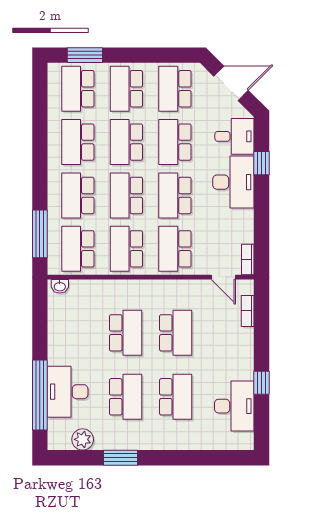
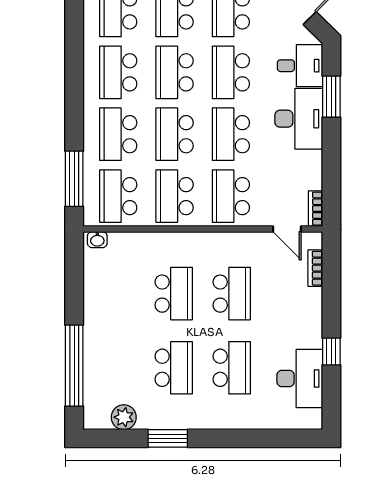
window: (262, 163) -> (331, 97), width x1.50
desk: (68, 392) -> (106, 362), removed

